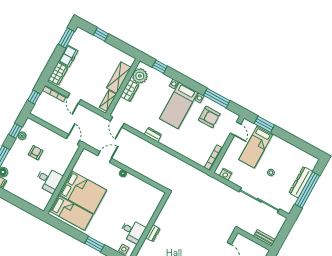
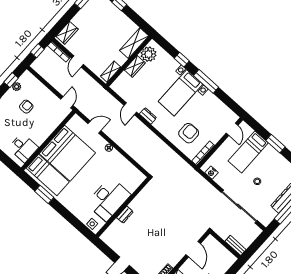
freezer: (68, 56) -> (81, 18), removed
window: (160, 67) -> (182, 60), moved
shelving: (119, 78) -> (134, 43), moved
window: (217, 98) -> (206, 81), moved
armchair: (209, 117) -> (189, 133), moved, turned -90
door: (117, 122) -> (130, 109), moved
window: (264, 124) -> (276, 144), moved
desk: (49, 180) -> (23, 148), moved
bed: (82, 192) -> (67, 153), width x1.36
desk: (132, 231) -> (108, 199), width x1.87, depth x1.30
window: (95, 244) -> (44, 194), moved

